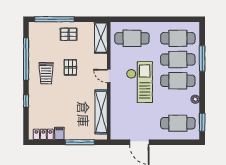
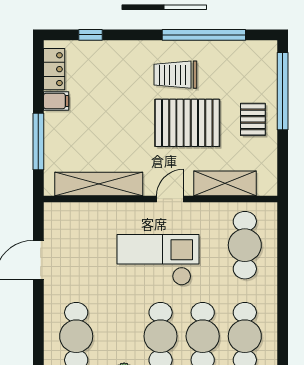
shelving: (101, 38) -> (225, 183), moved
pallet: (70, 67) -> (187, 123), width x2.05, depth x2.00
checkout: (139, 82) -> (158, 260), turned 180
window: (26, 101) -> (90, 35), moved

